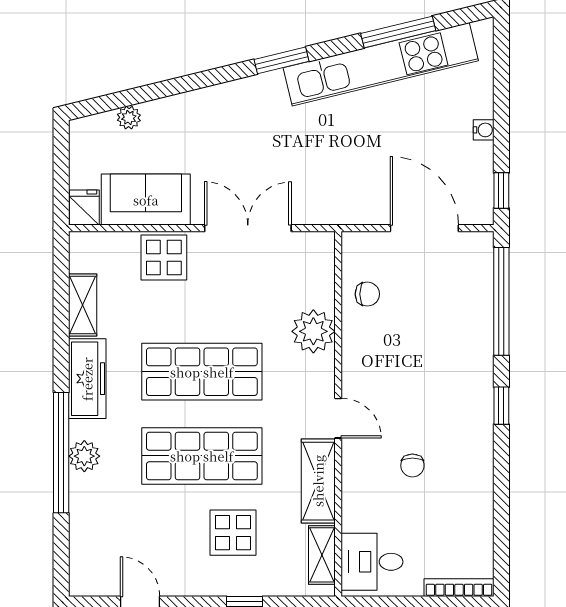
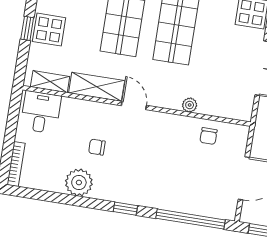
plant: (313, 331) -> (190, 105), width x0.53, depth x0.53
door: (338, 418) -> (134, 105), swing flipped
plant: (472, 485) -> (79, 183), added
display table: (233, 533) -> (49, 30), moved

